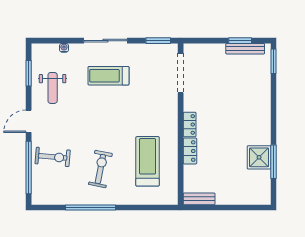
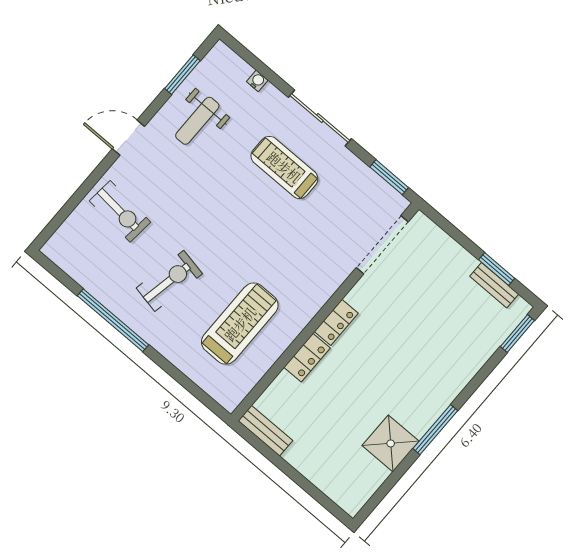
bench: (245, 49) -> (494, 285), width x0.73
window: (274, 162) -> (435, 430), moved
window: (29, 168) -> (77, 198), removed

